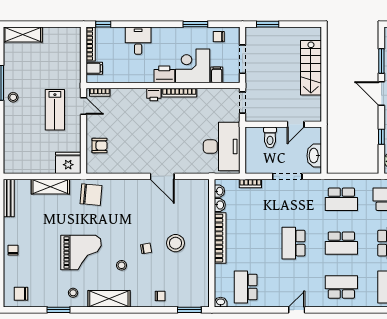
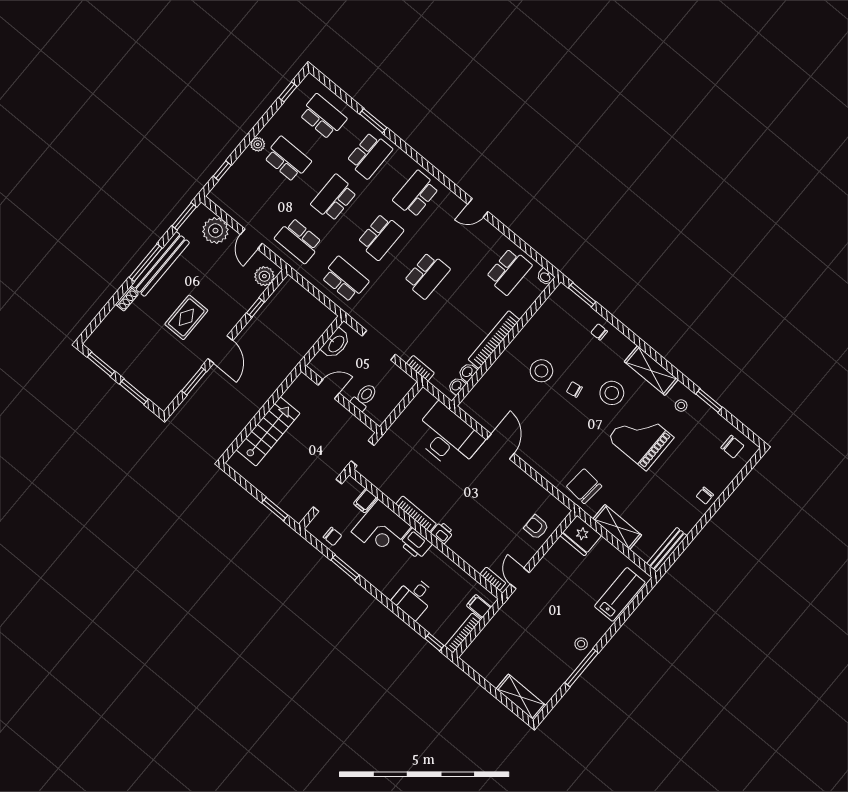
lab bench: (55, 110) -> (620, 594), moved
desk: (222, 147) -> (448, 437), moved, turned 90
school desk: (341, 243) -> (380, 237), turned 90
stool: (122, 265) -> (612, 393), width x1.89, depth x1.89
school desk: (341, 287) -> (416, 194), turned 90

